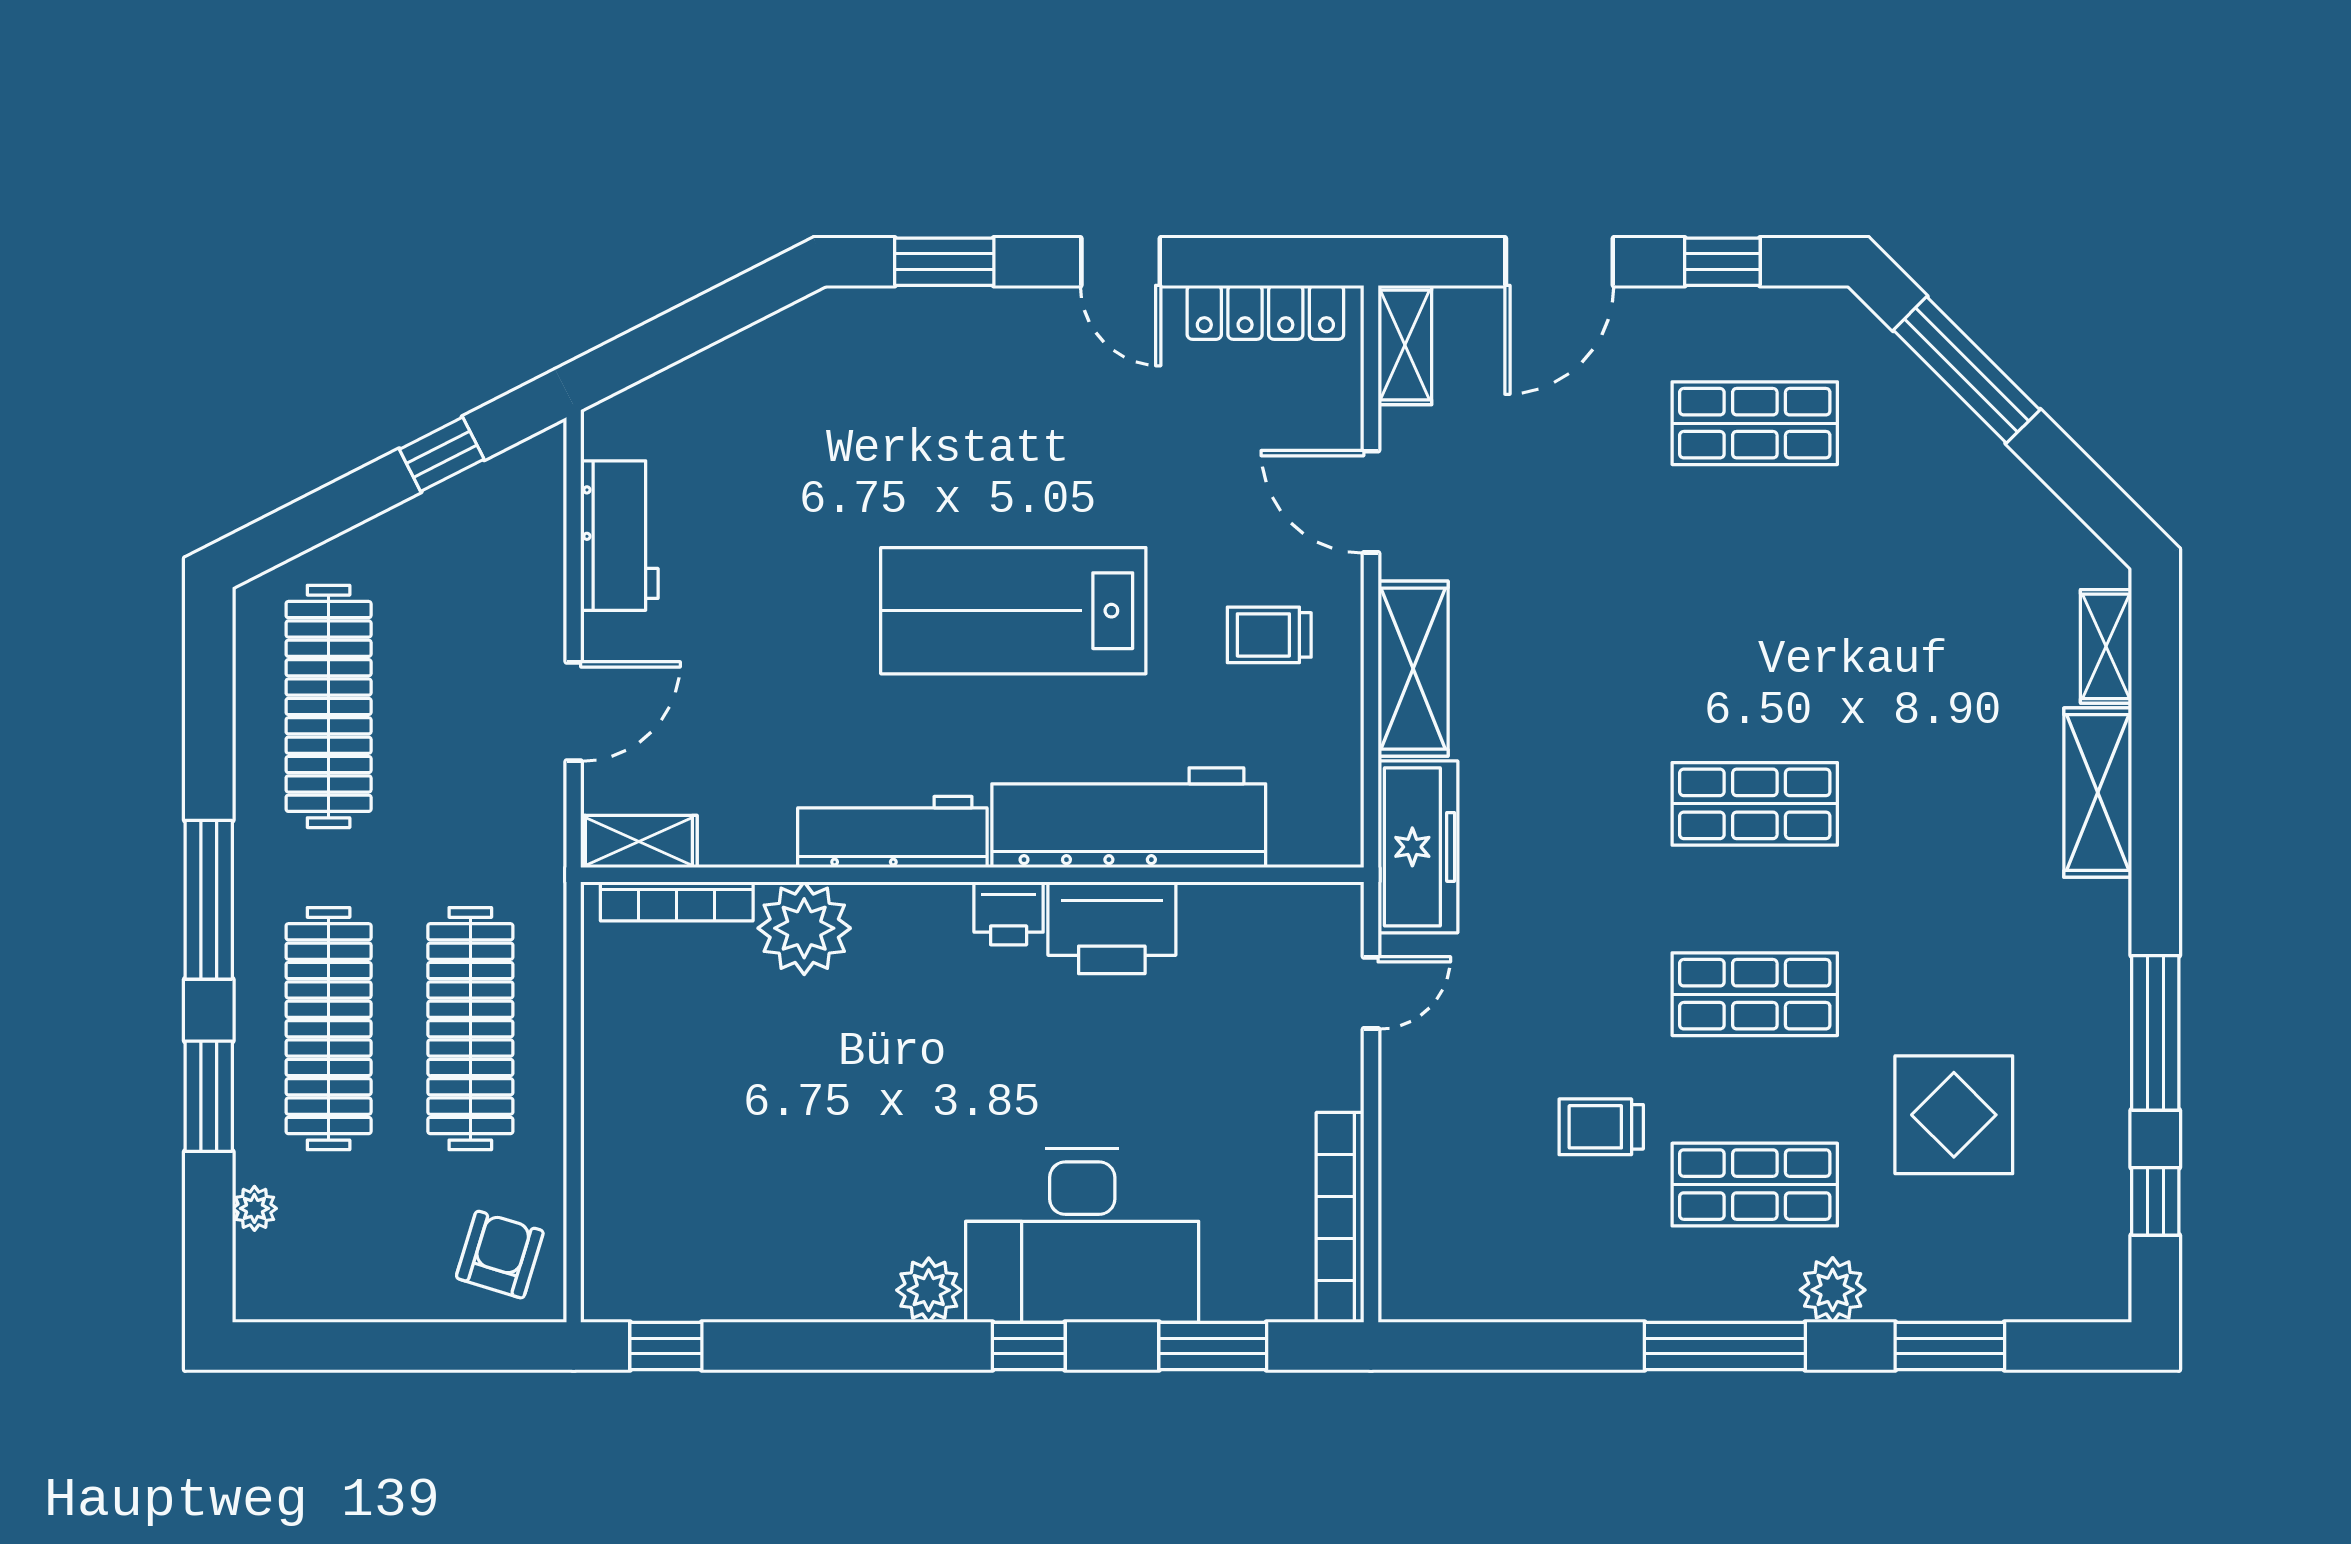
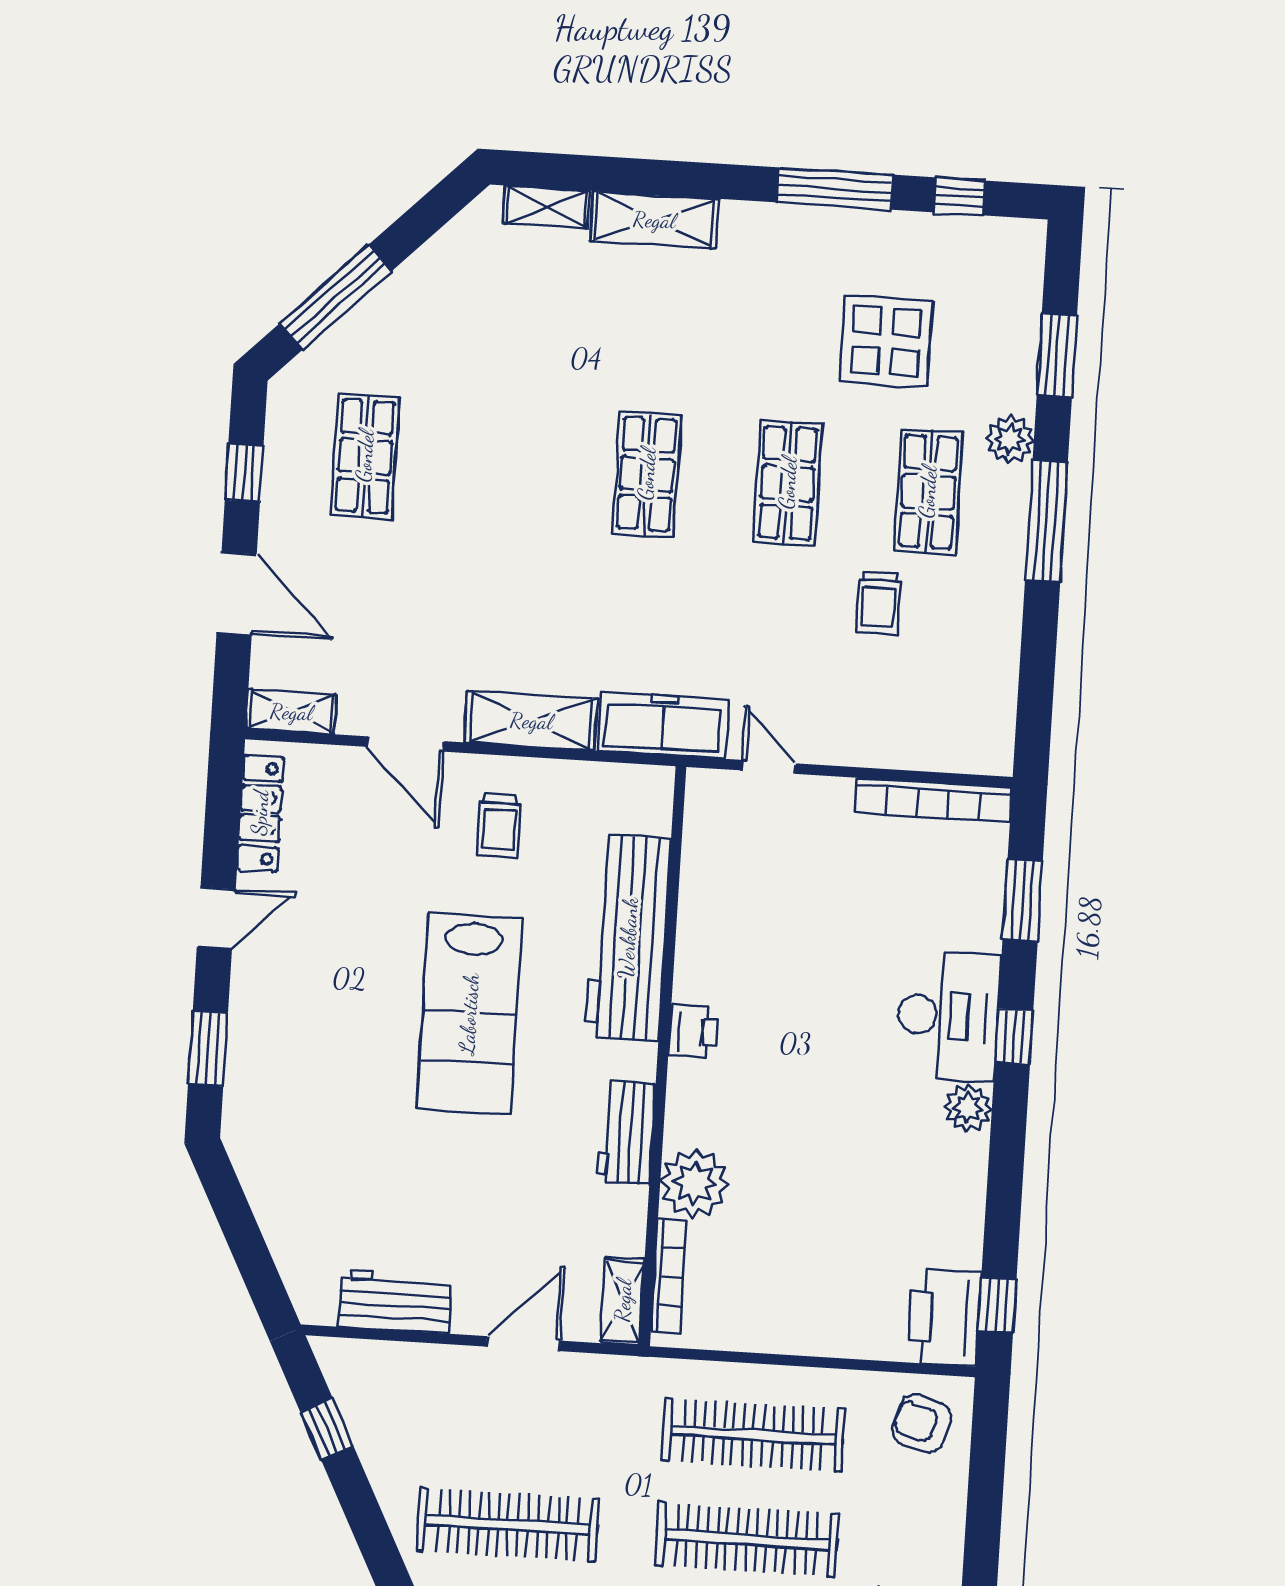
door: (1371, 502) -> (405, 744), hinge flipped
door: (574, 711) -> (523, 1344), hinge flipped
workbench: (892, 832) -> (626, 1133), width x0.73
printer: (1112, 928) -> (945, 1317), moved, turned 180
desk: (1082, 1235) -> (948, 1016), width x0.73, depth x0.77

